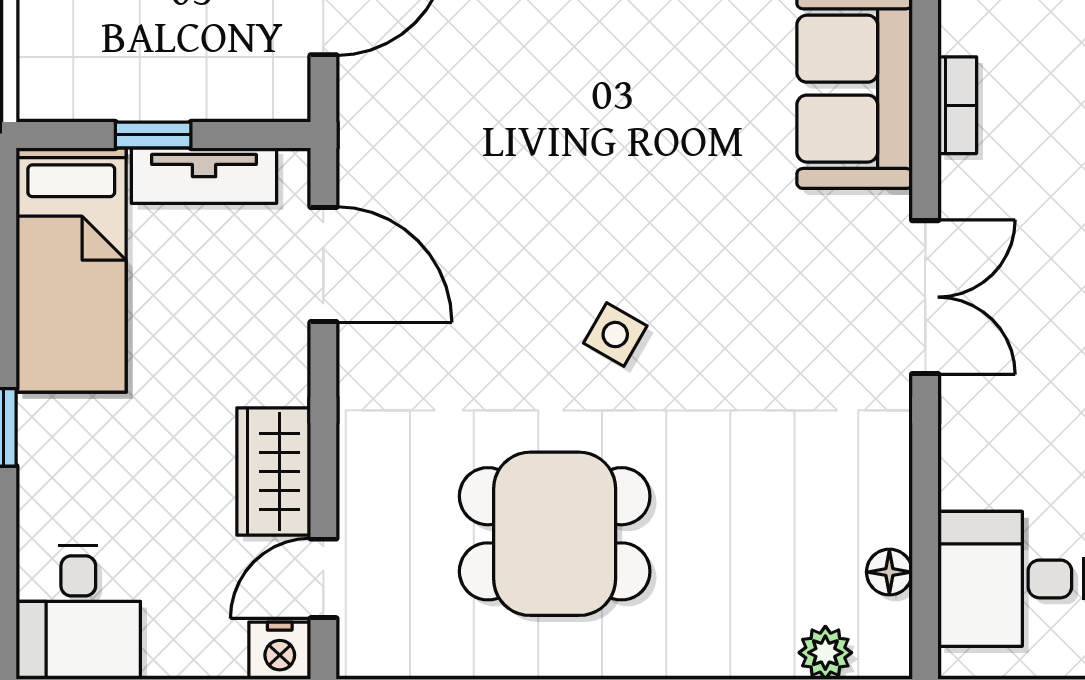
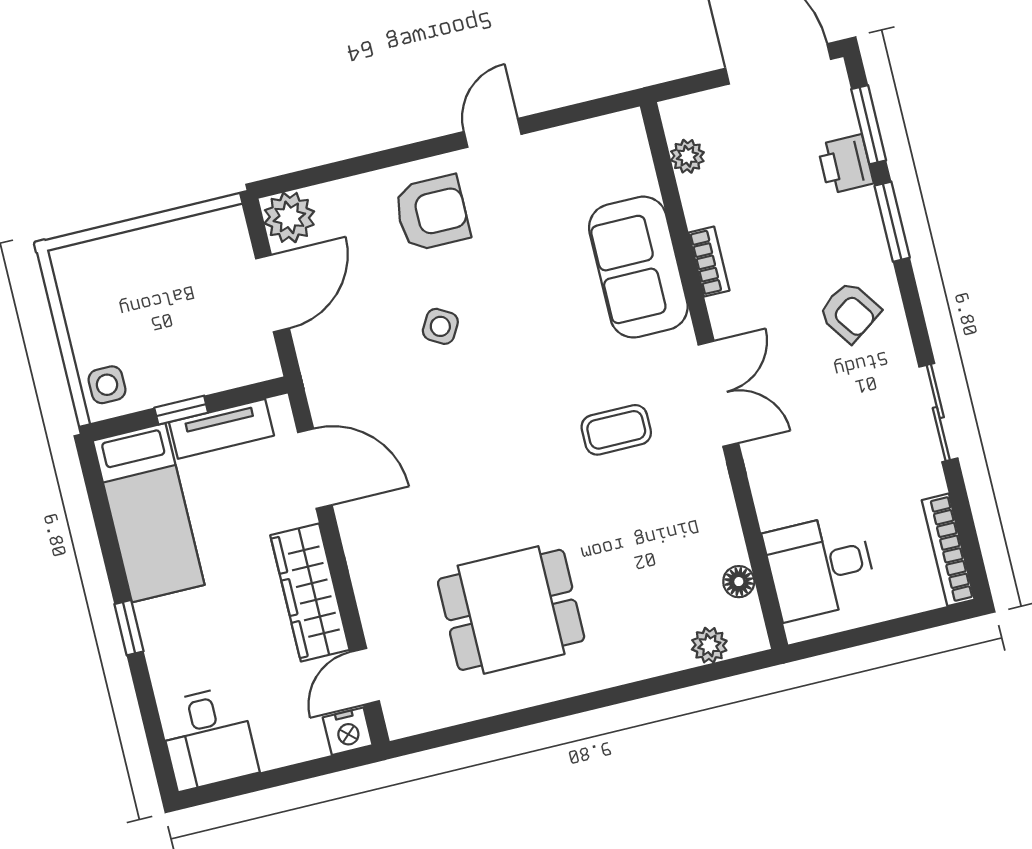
side table: (56, 73) -> (107, 385), added
coffee table: (767, 313) -> (616, 430), added
side table: (615, 335) -> (440, 326), moved
wardrobe: (274, 471) -> (310, 593), width x1.50

